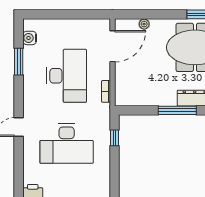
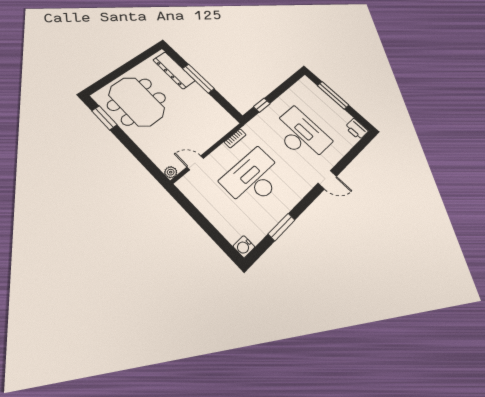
plant: (144, 24) -> (171, 172), moved
water cooler: (30, 38) -> (244, 247), moved, turned 90
door: (112, 46) -> (195, 163), width x0.53

